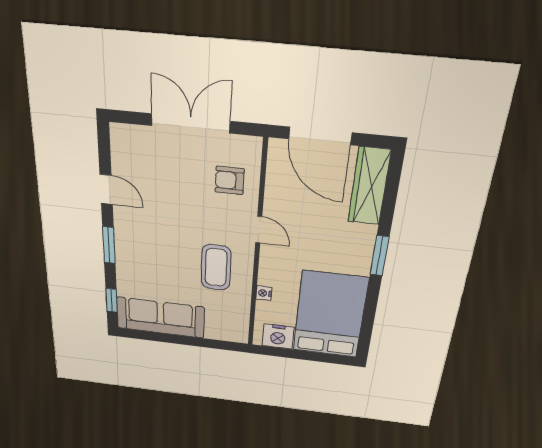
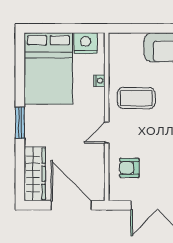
armchair: (230, 180) -> (129, 168), turned 180
door: (259, 230) -> (107, 133), hinge flipped
coffee table: (216, 267) -> (136, 98), turned 90

